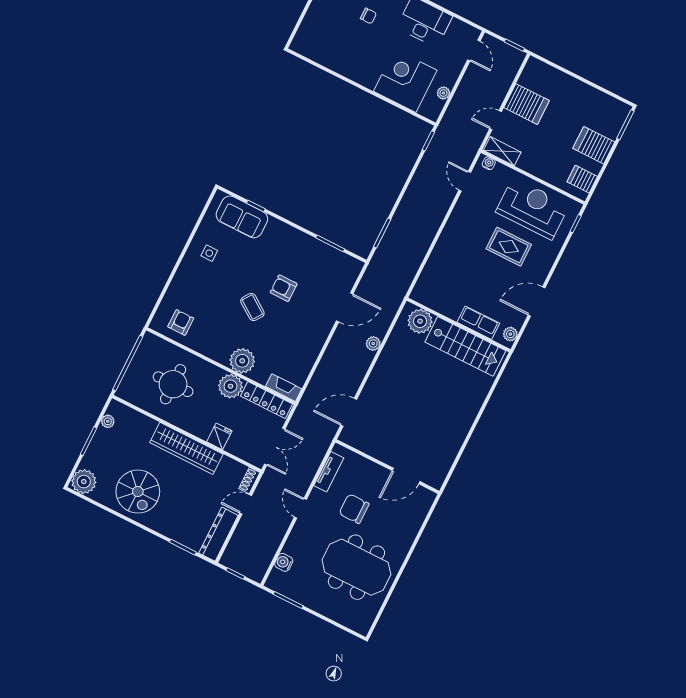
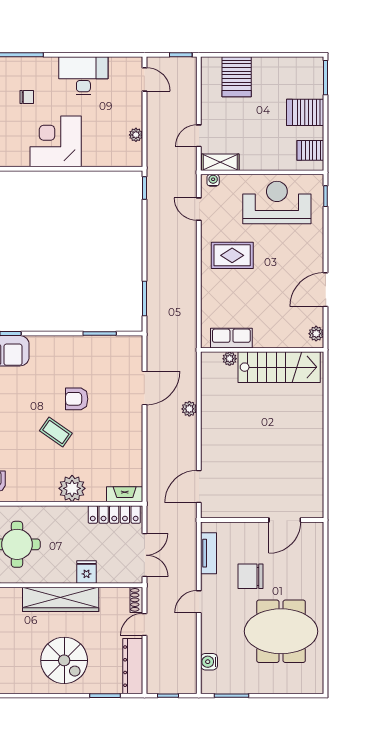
corner desk: (405, 81) -> (56, 141), moved
server rack: (527, 104) -> (237, 77), moved, turned 90
rug: (509, 247) -> (232, 255), moved
plant: (420, 321) -> (230, 359), width x0.53, depth x0.53
row of seats: (478, 323) -> (231, 338), moved
plant: (231, 386) -> (73, 518), removed
spiral stairs: (138, 492) -> (64, 660), moved
door: (300, 508) -> (199, 602), hinge flipped

